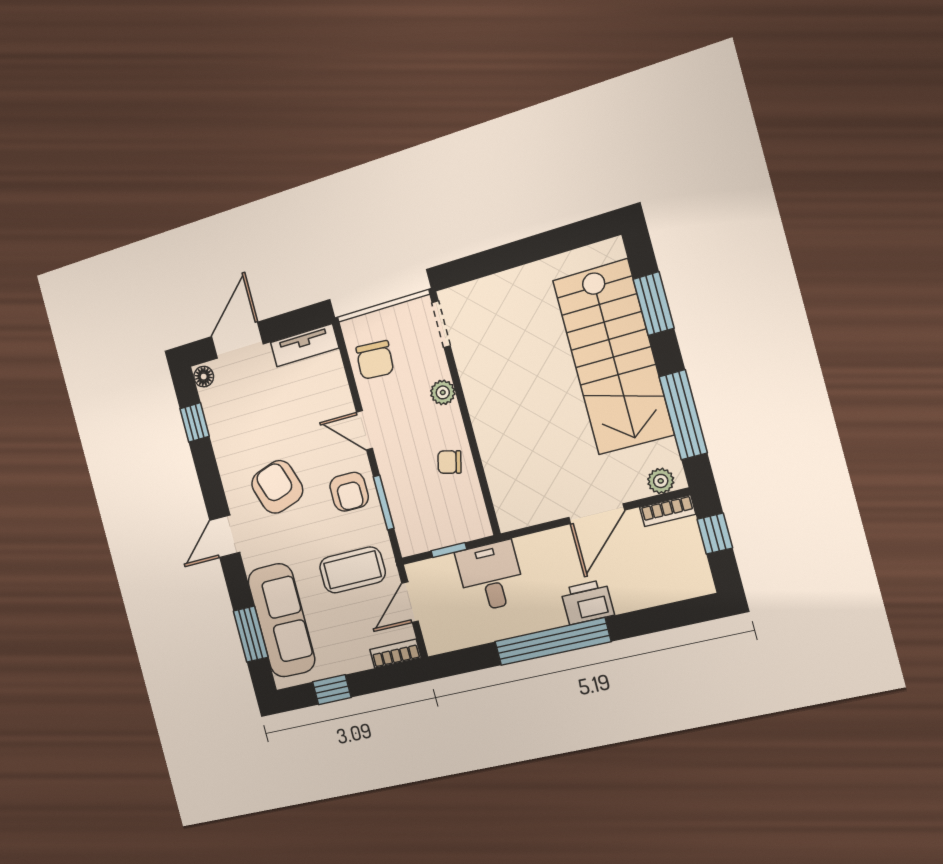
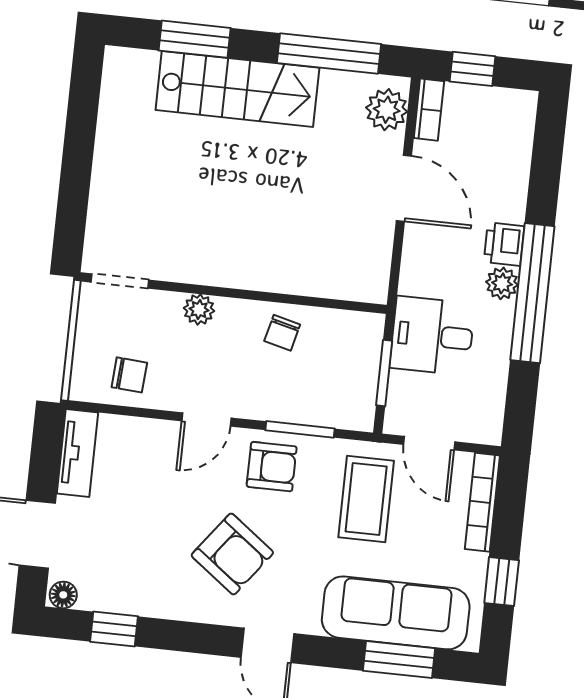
stairs: (613, 357) -> (237, 89), width x0.73, depth x0.66
chair: (375, 360) -> (129, 375), width x0.73, depth x0.73
plant: (661, 481) -> (387, 110), width x1.38, depth x1.38
armchair: (277, 487) -> (232, 554), turned -125
window: (449, 550) -> (384, 373), width x1.50
printer: (587, 602) -> (504, 244), width x0.73, depth x0.81
plant: (551, 616) -> (502, 283), added
bookcase: (395, 654) -> (482, 502), width x1.56

